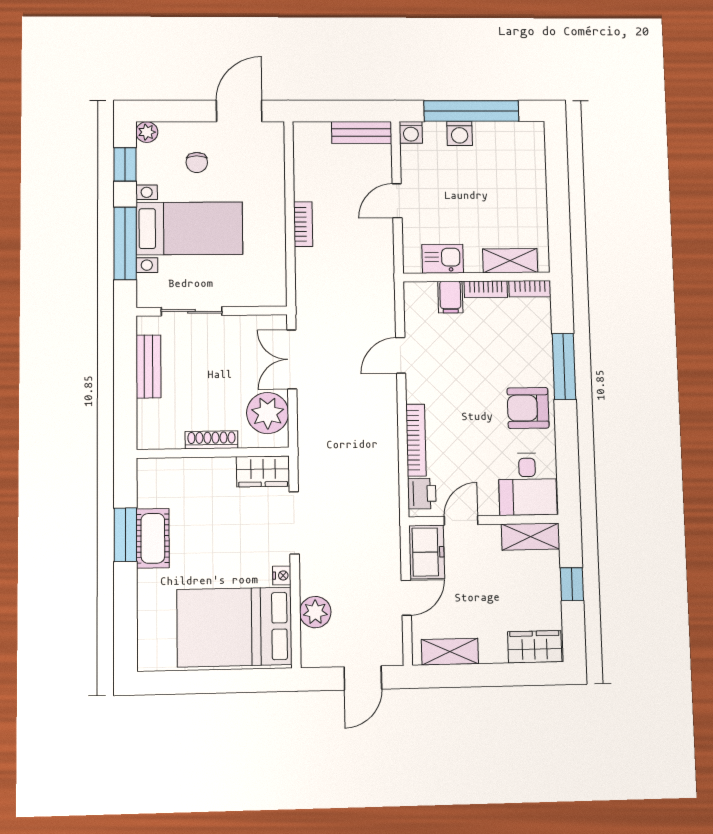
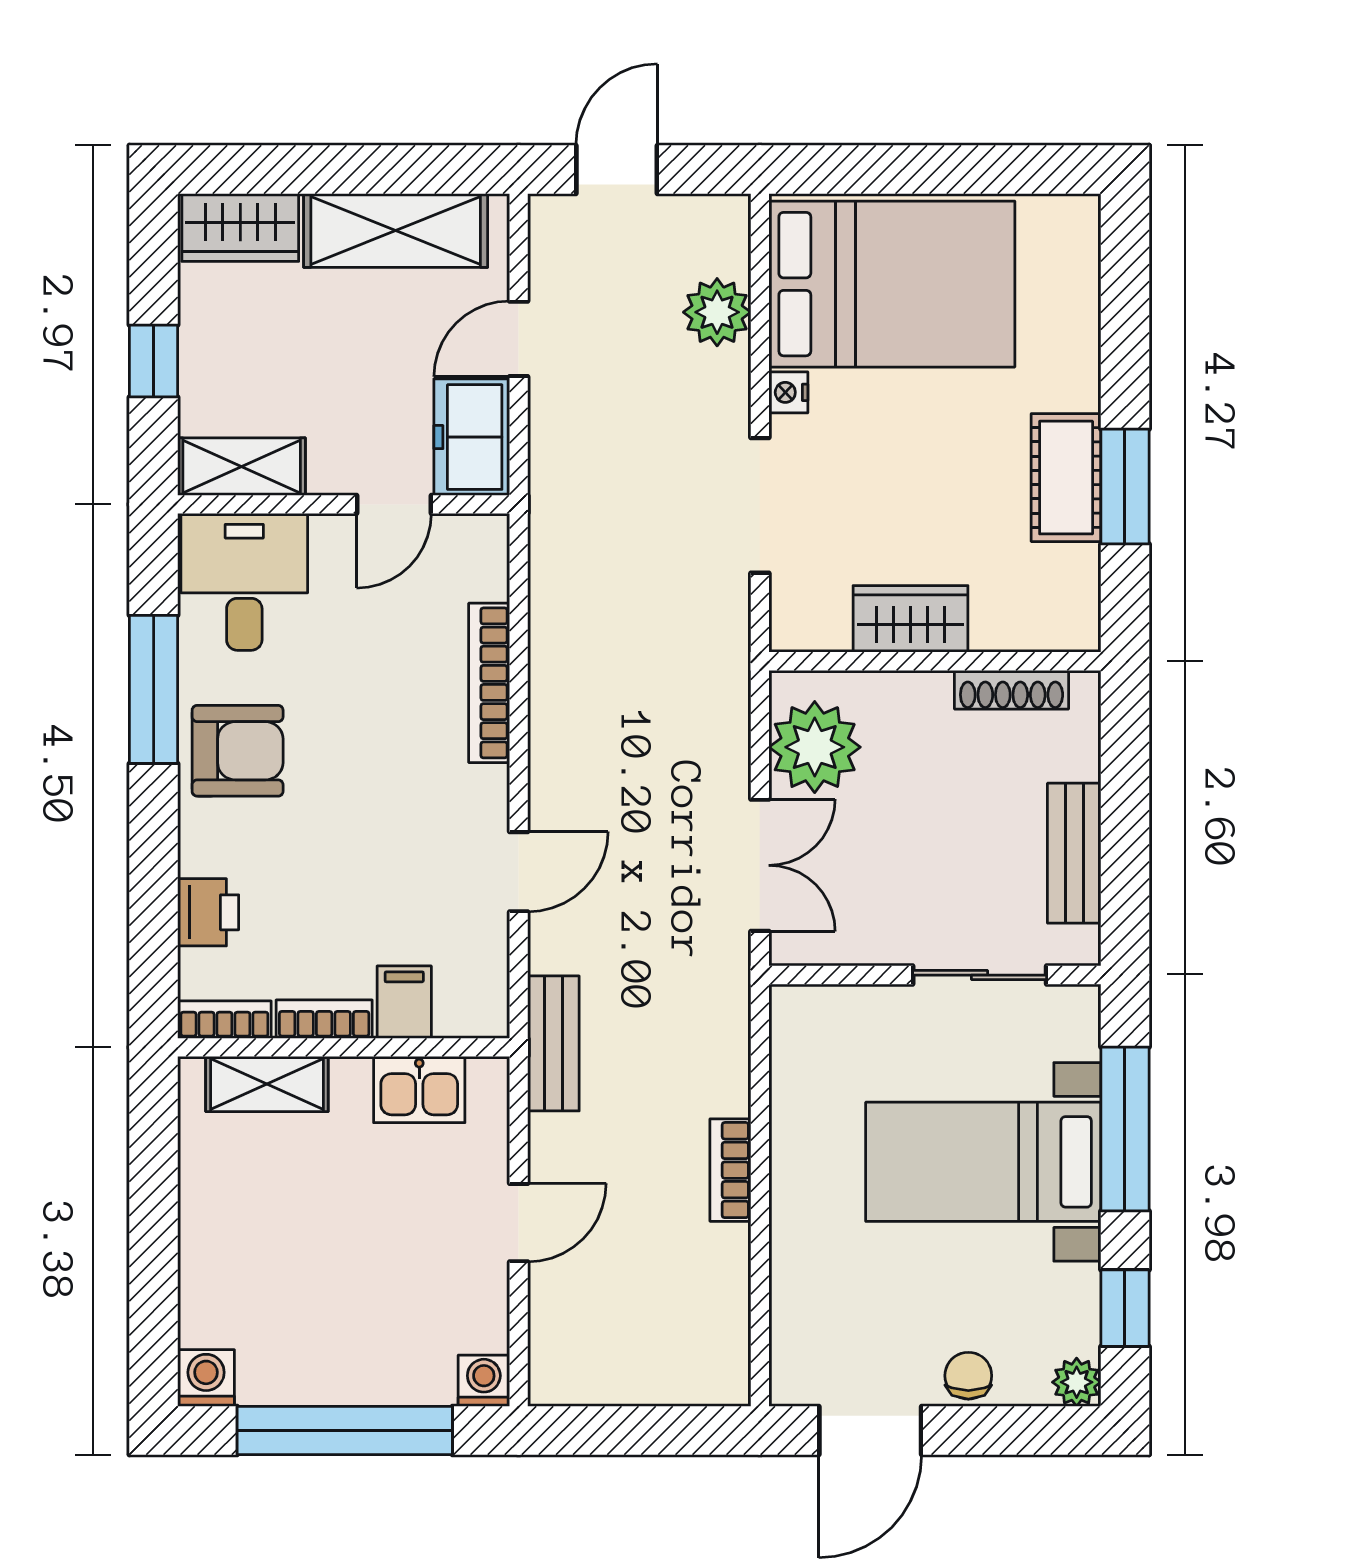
bench: (362, 132) -> (553, 1043), moved, turned 90
washing machine: (460, 133) -> (206, 1378), moved
chair: (197, 162) -> (968, 1376), moved
window: (564, 367) -> (154, 689), moved
shoe rack: (211, 440) -> (1012, 690), moved
wardrobe: (263, 471) -> (911, 619), moved
printer: (422, 494) -> (208, 912), moved, turned 180
shelving: (450, 652) -> (396, 230), width x1.50, depth x1.33

